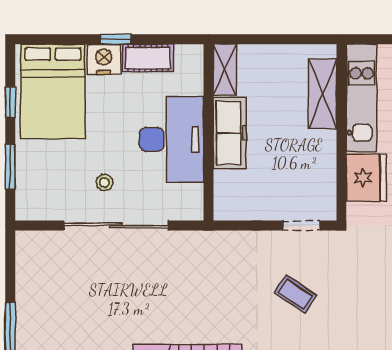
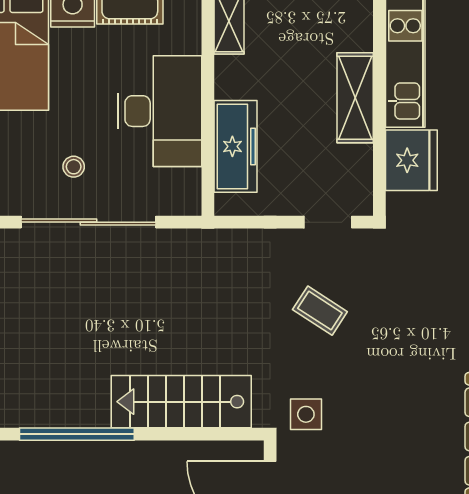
shelving: (323, 94) -> (355, 98), moved
freezer: (230, 133) -> (235, 146), moved

